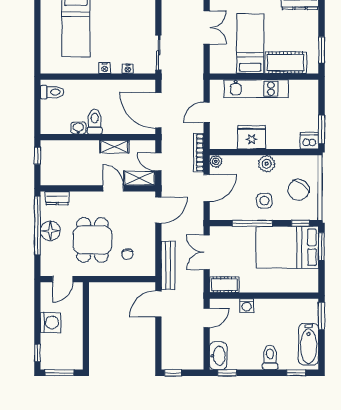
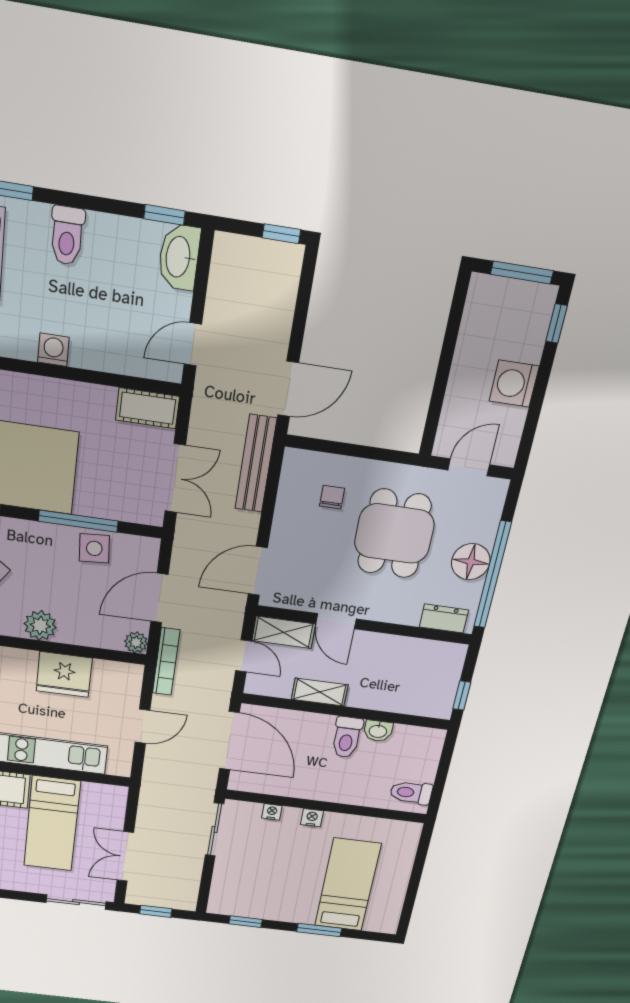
side table: (264, 201) -> (94, 548), moved
washing machine: (247, 306) -> (53, 350), moved

